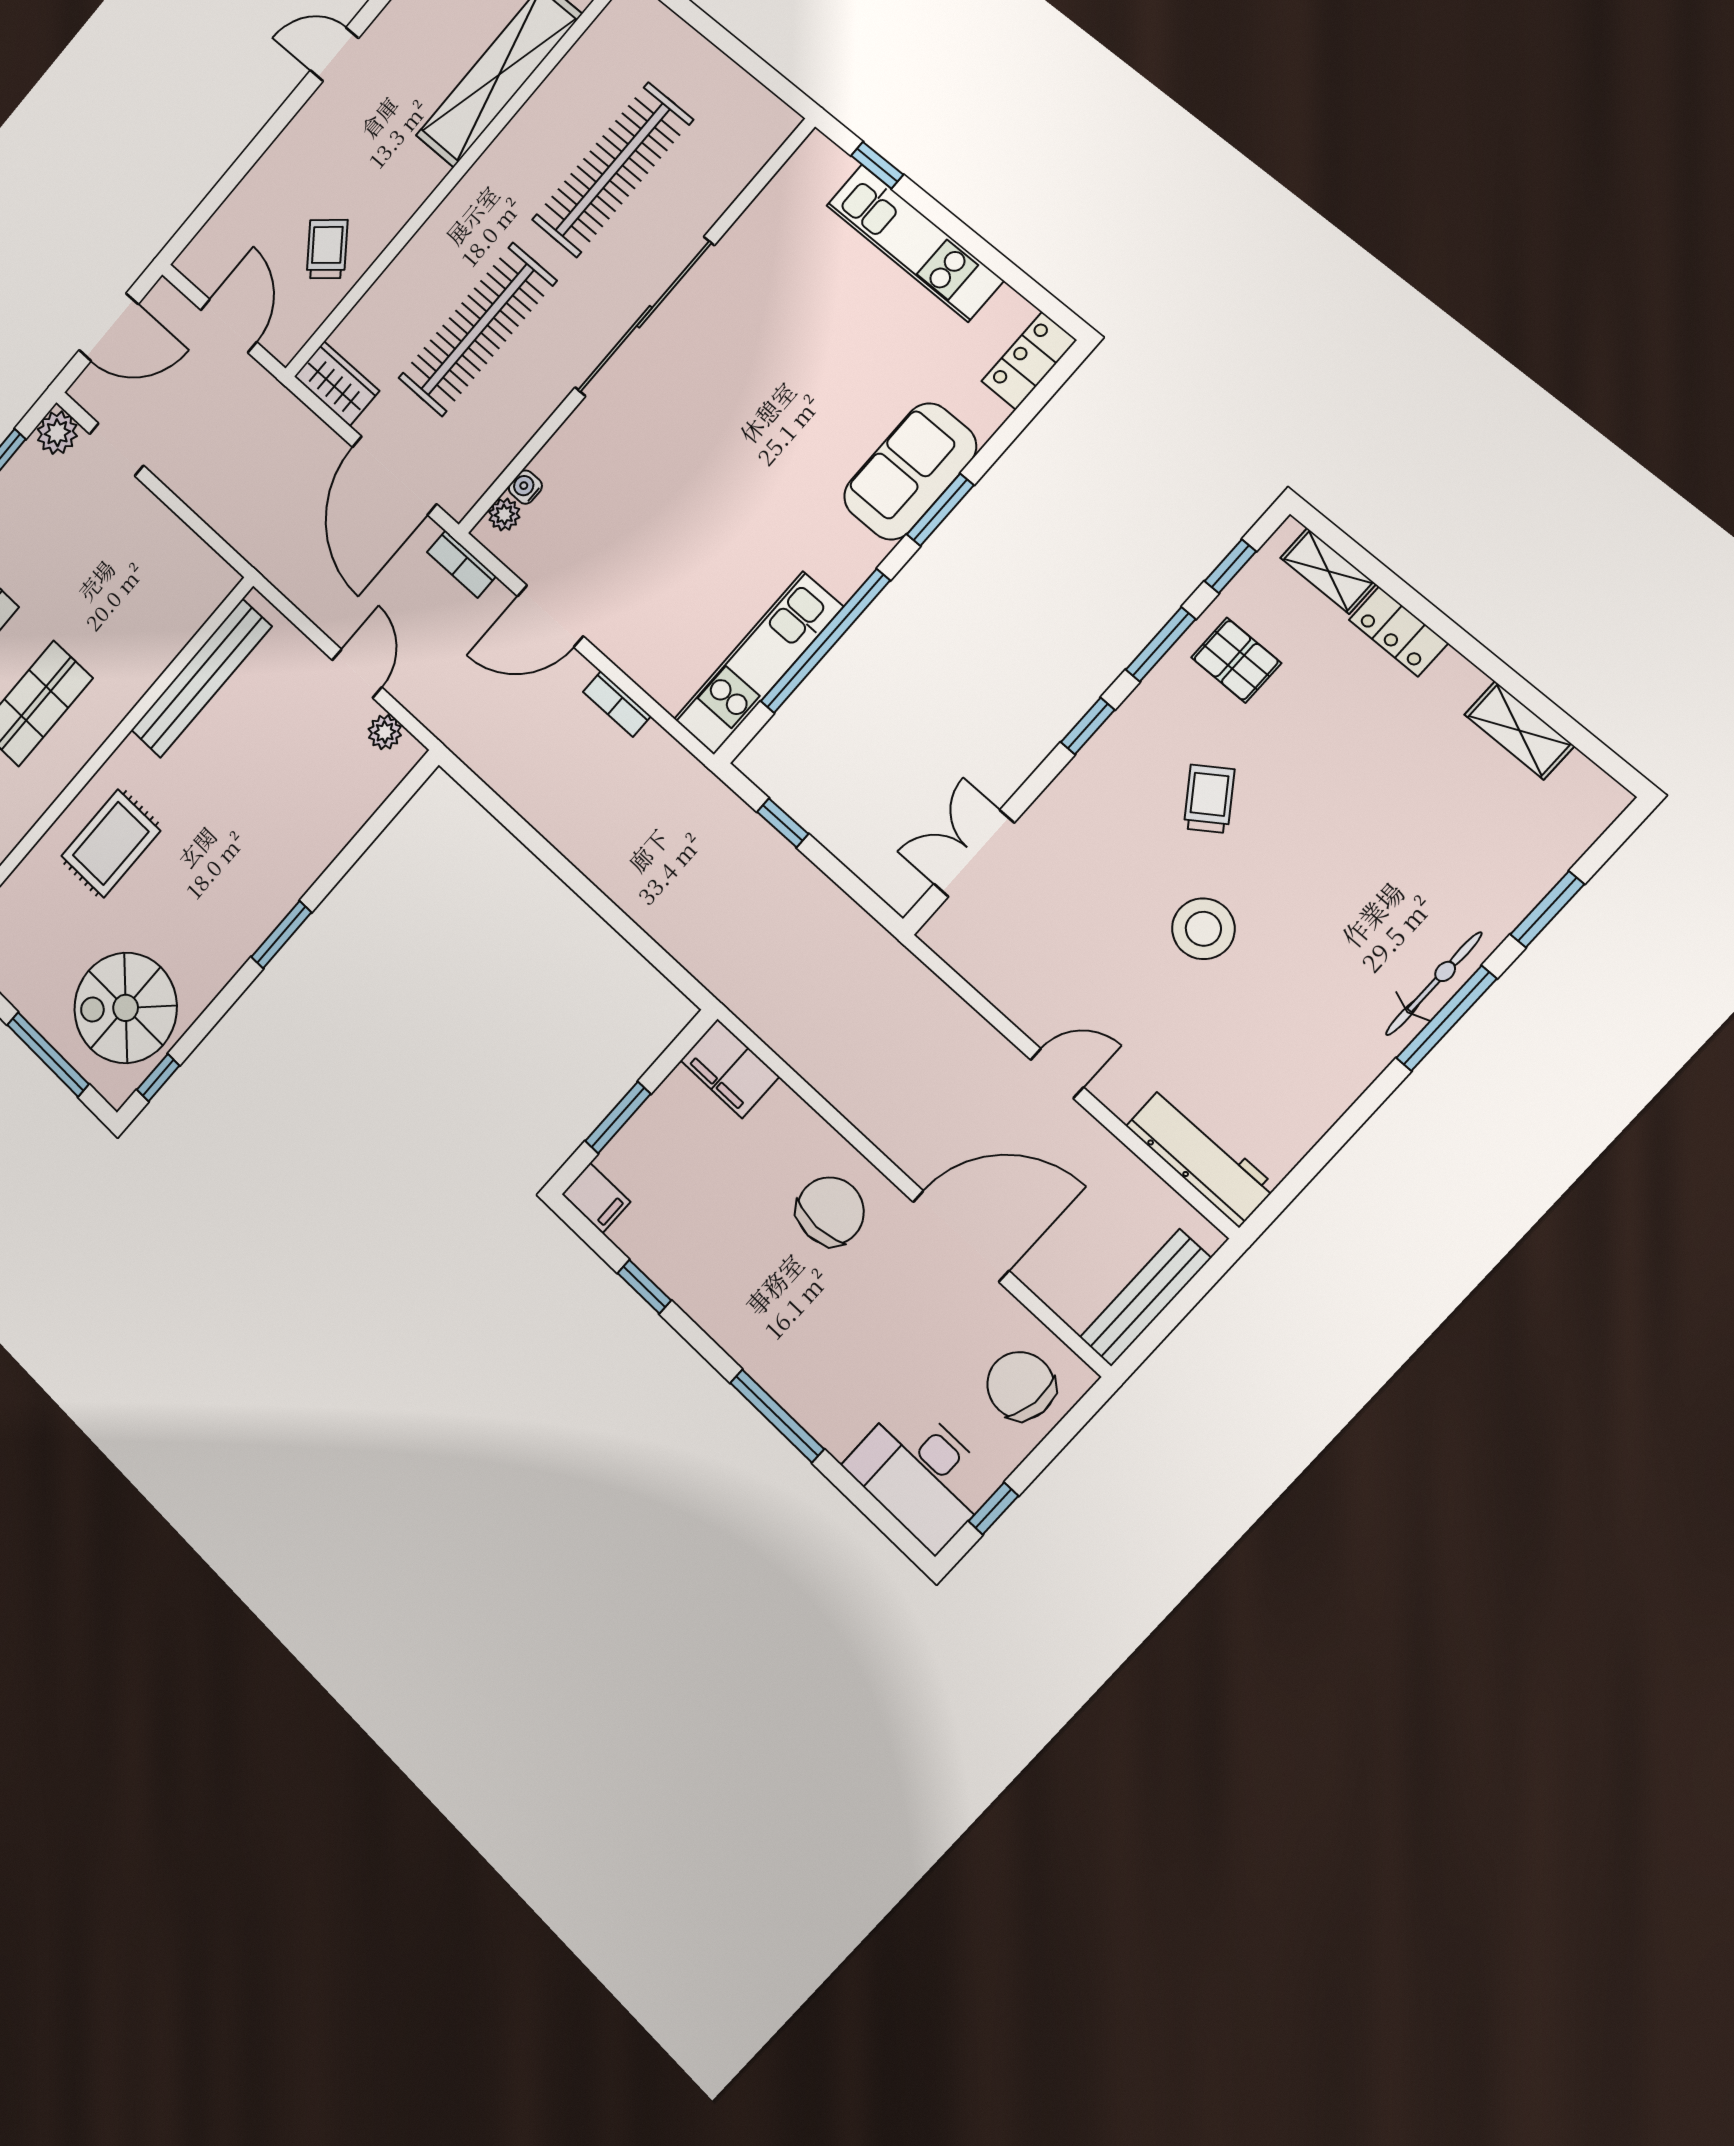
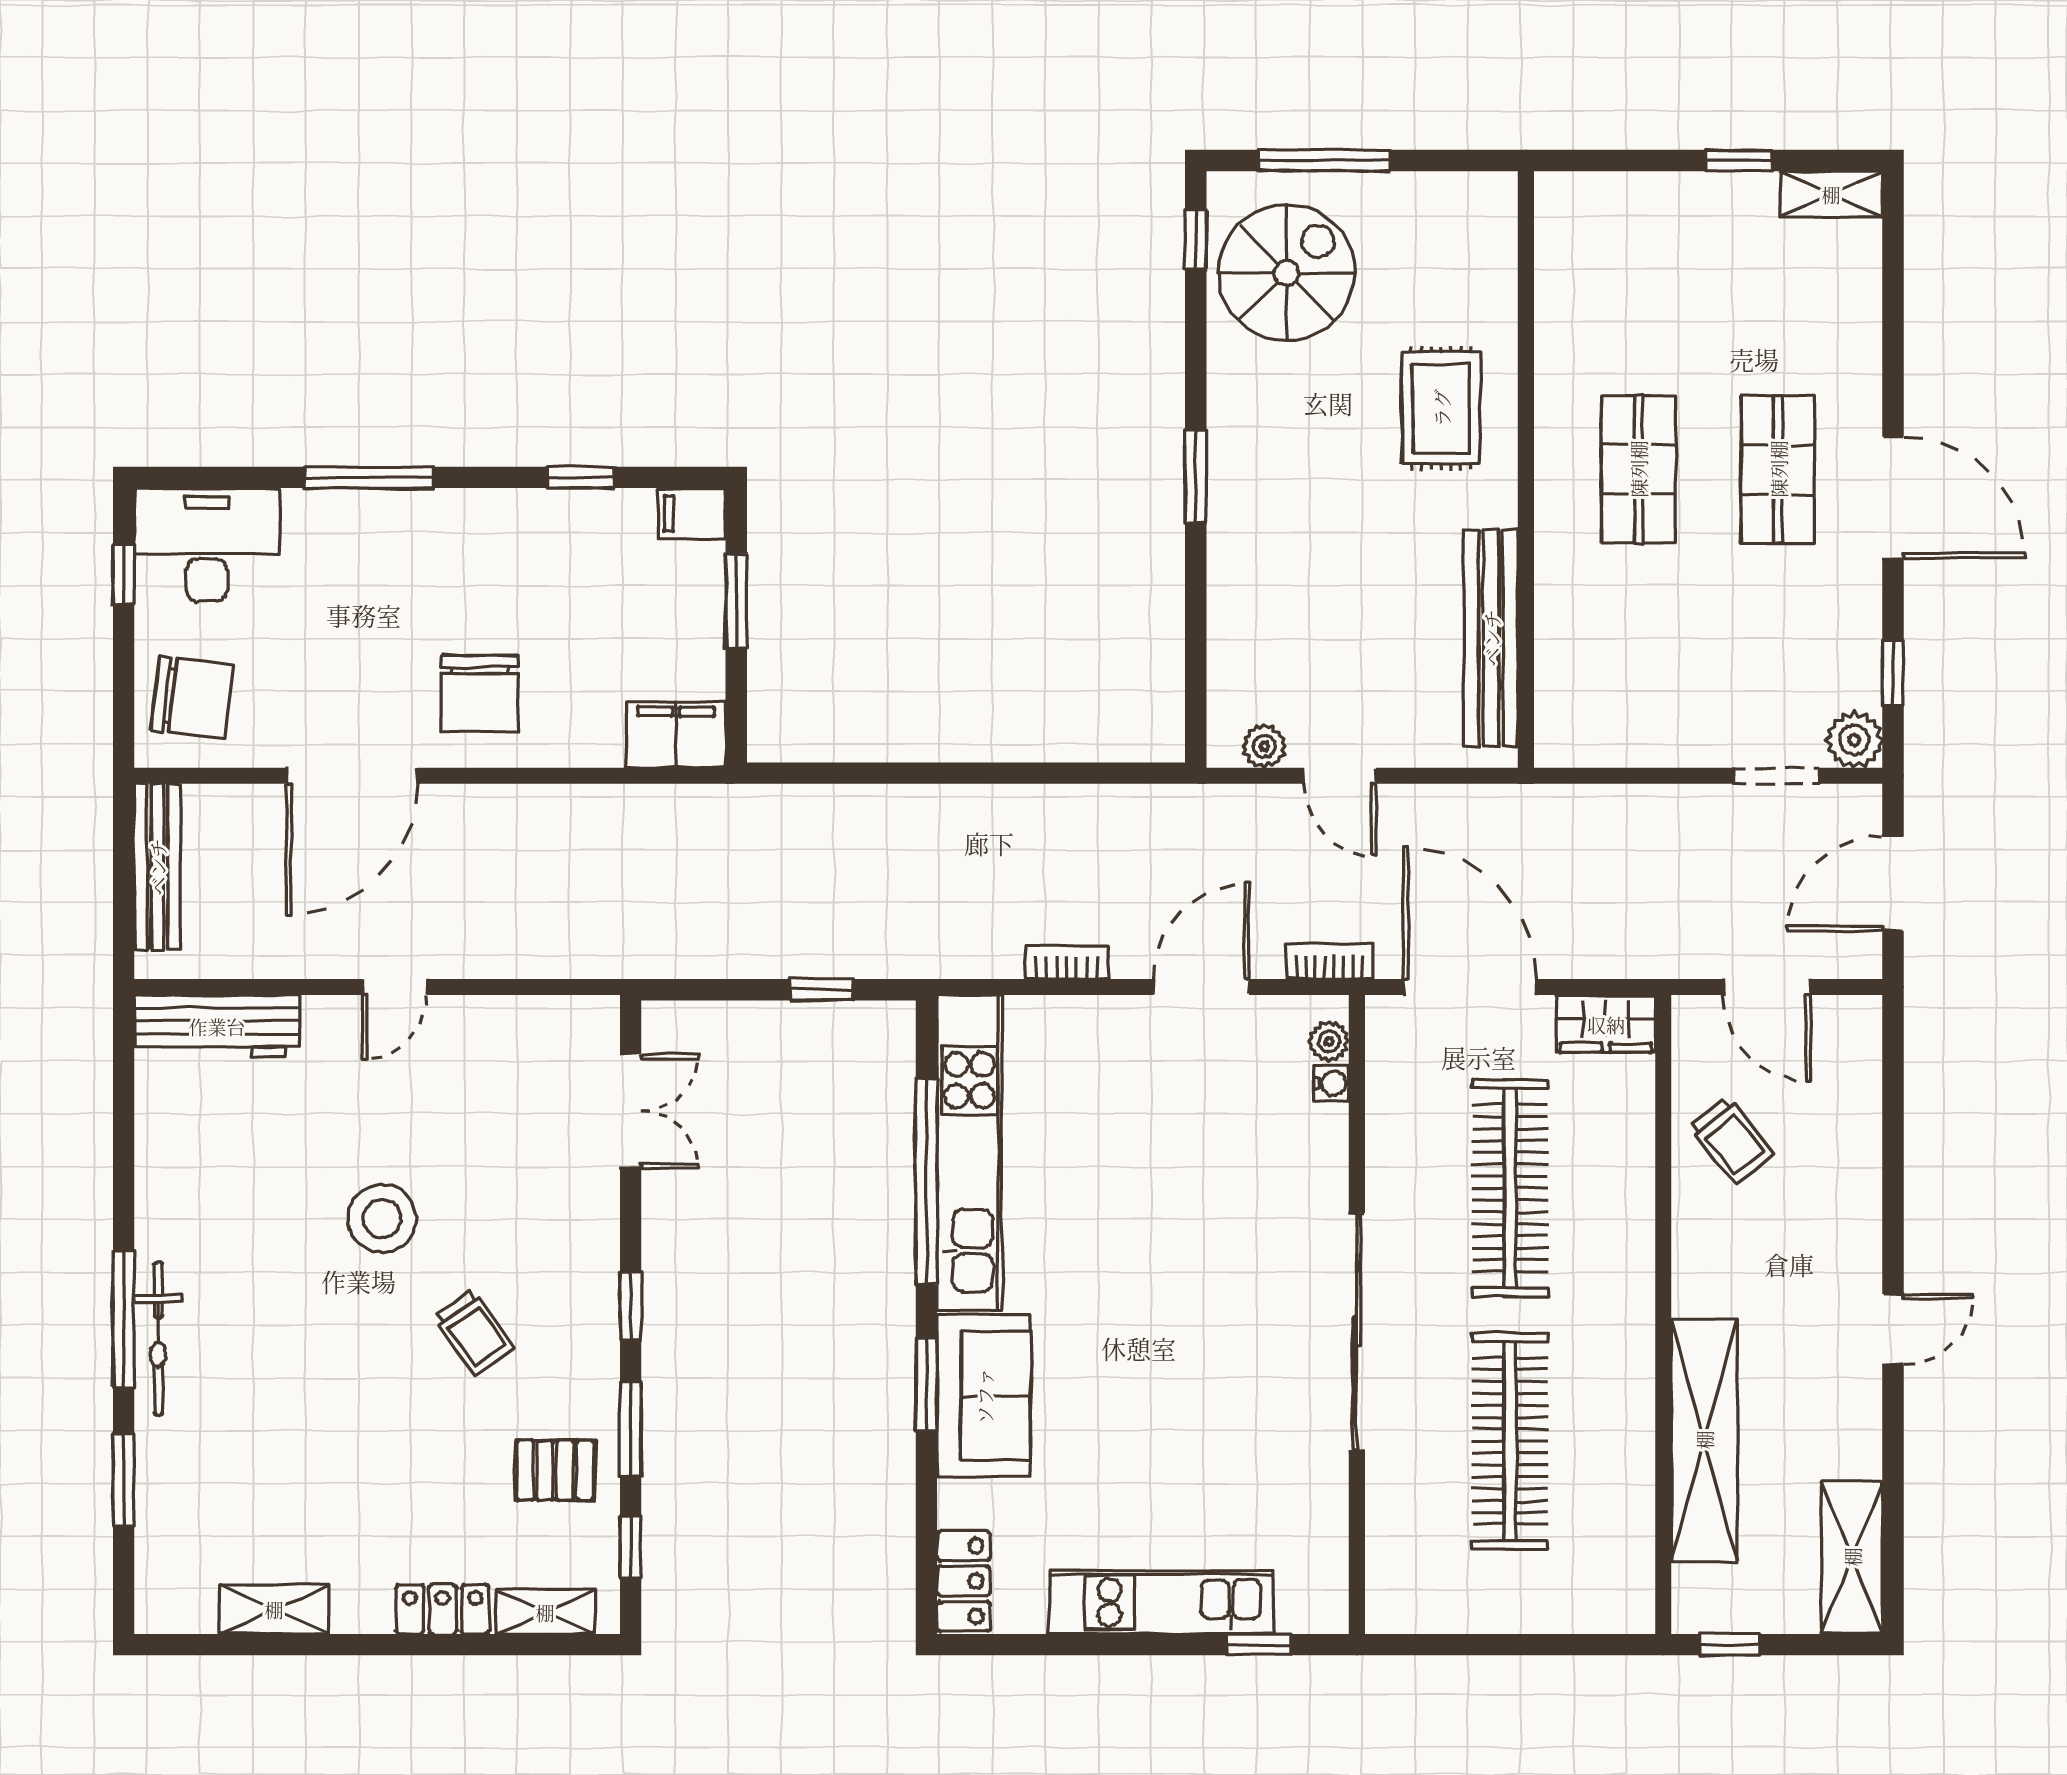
kitchen unit: (758, 663) -> (970, 1153), width x1.36

